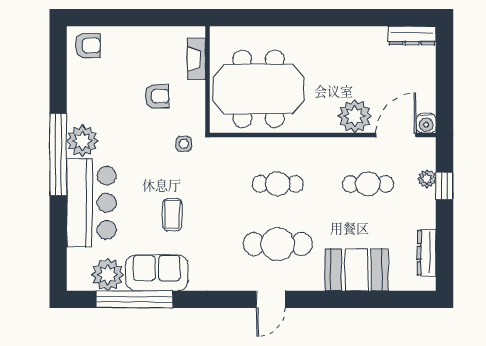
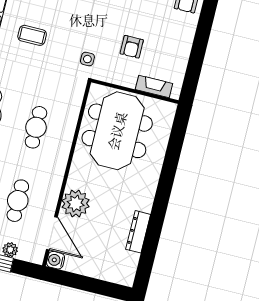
dresser: (412, 36) -> (138, 232), moved

